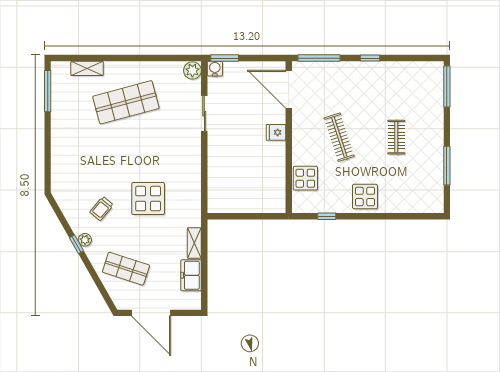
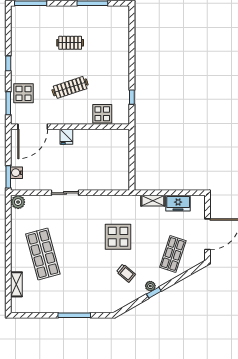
window: (319, 58) -> (8, 103), width x0.69
water cooler: (215, 69) -> (17, 173), moved
window: (48, 91) -> (74, 315), moved
sliding door: (204, 114) -> (65, 193), moved
display table: (365, 196) -> (23, 93), moved

